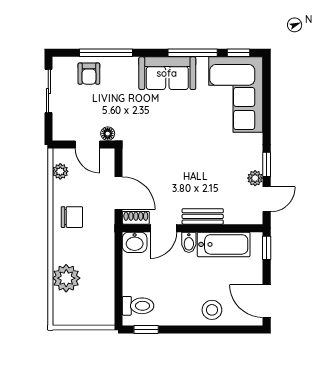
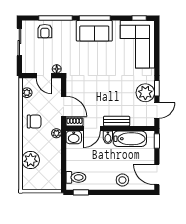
window: (193, 53) -> (95, 18), moved
plant: (255, 178) -> (145, 93), width x1.88, depth x1.88
plant: (107, 236) -> (56, 133), added

